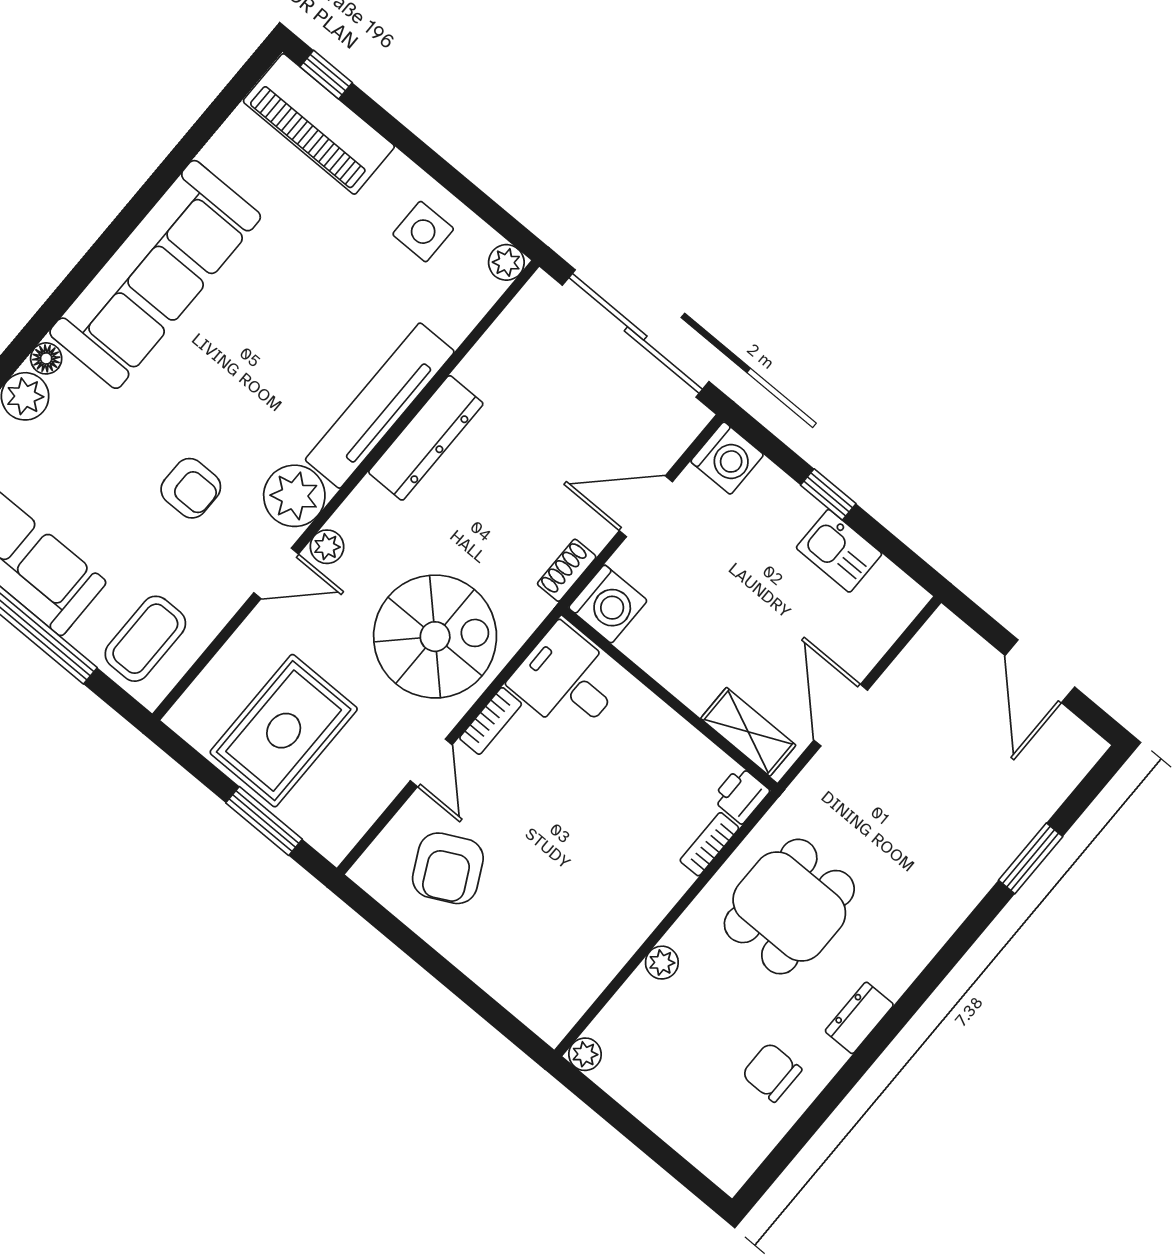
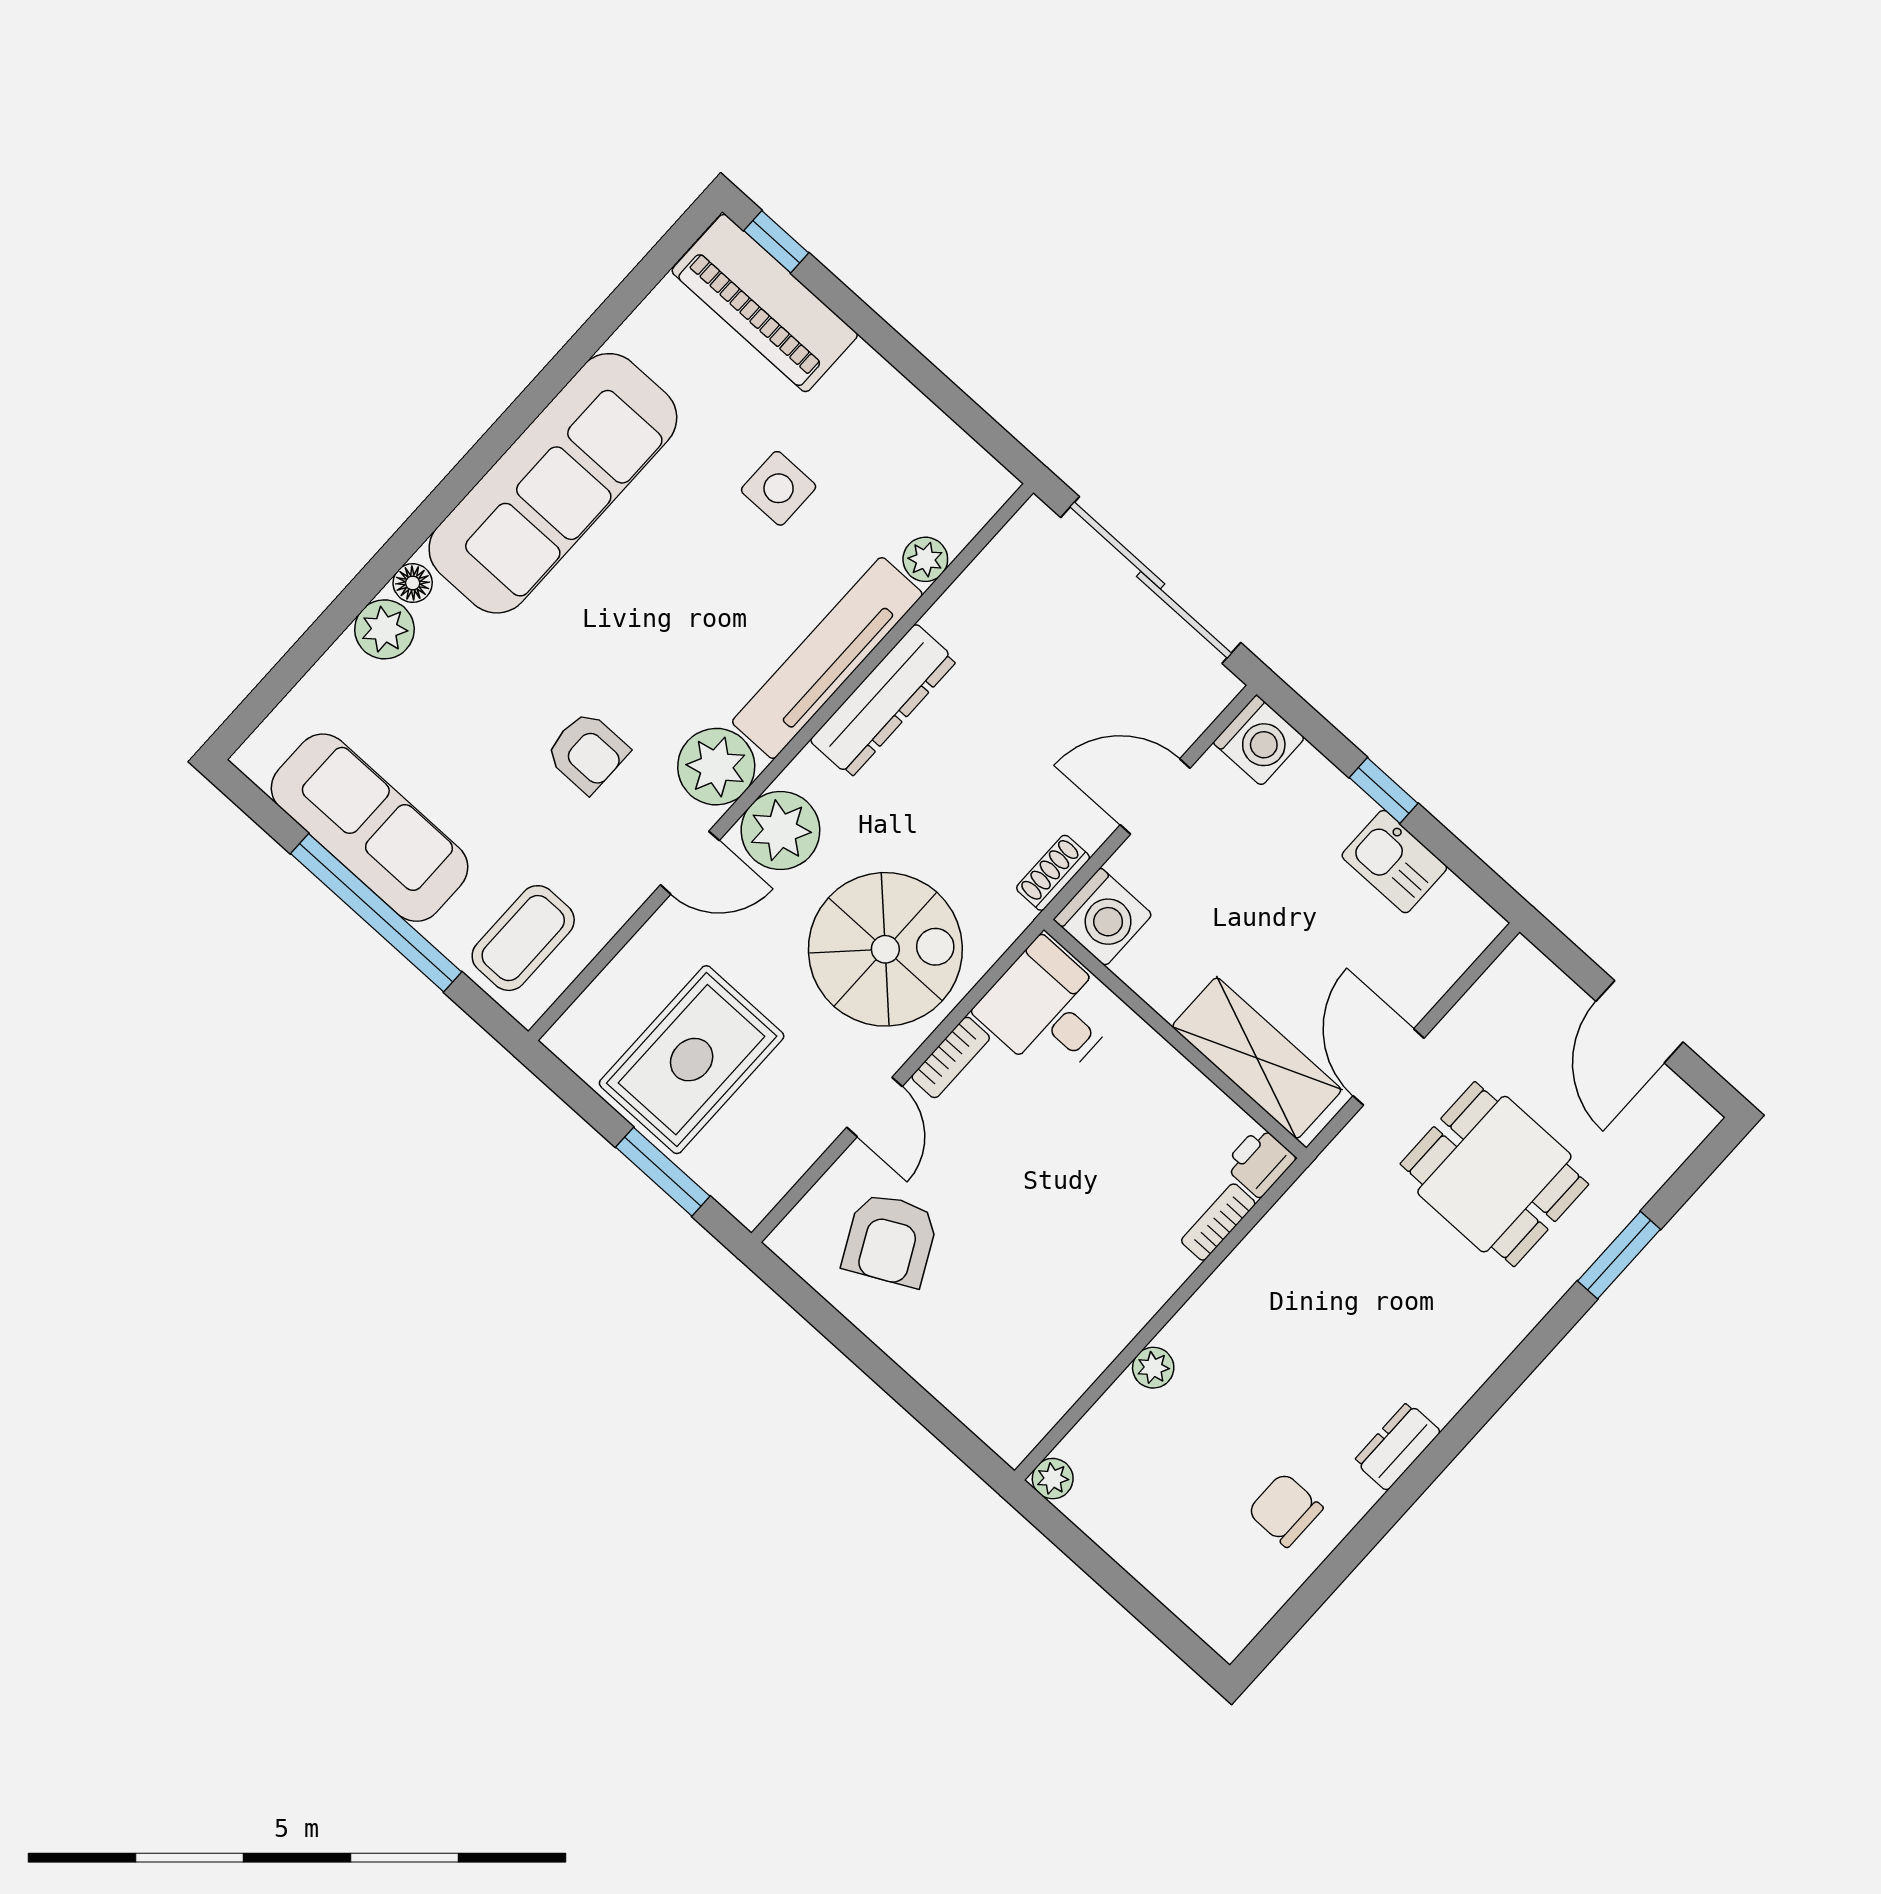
side table: (423, 232) -> (779, 488), moved
plant: (506, 262) -> (925, 559), moved
plant: (327, 547) -> (780, 831), width x1.88, depth x1.88
shelving: (748, 732) -> (1257, 1058), width x1.50, depth x1.33
dining table: (789, 907) -> (1494, 1174), moved, turned 90

